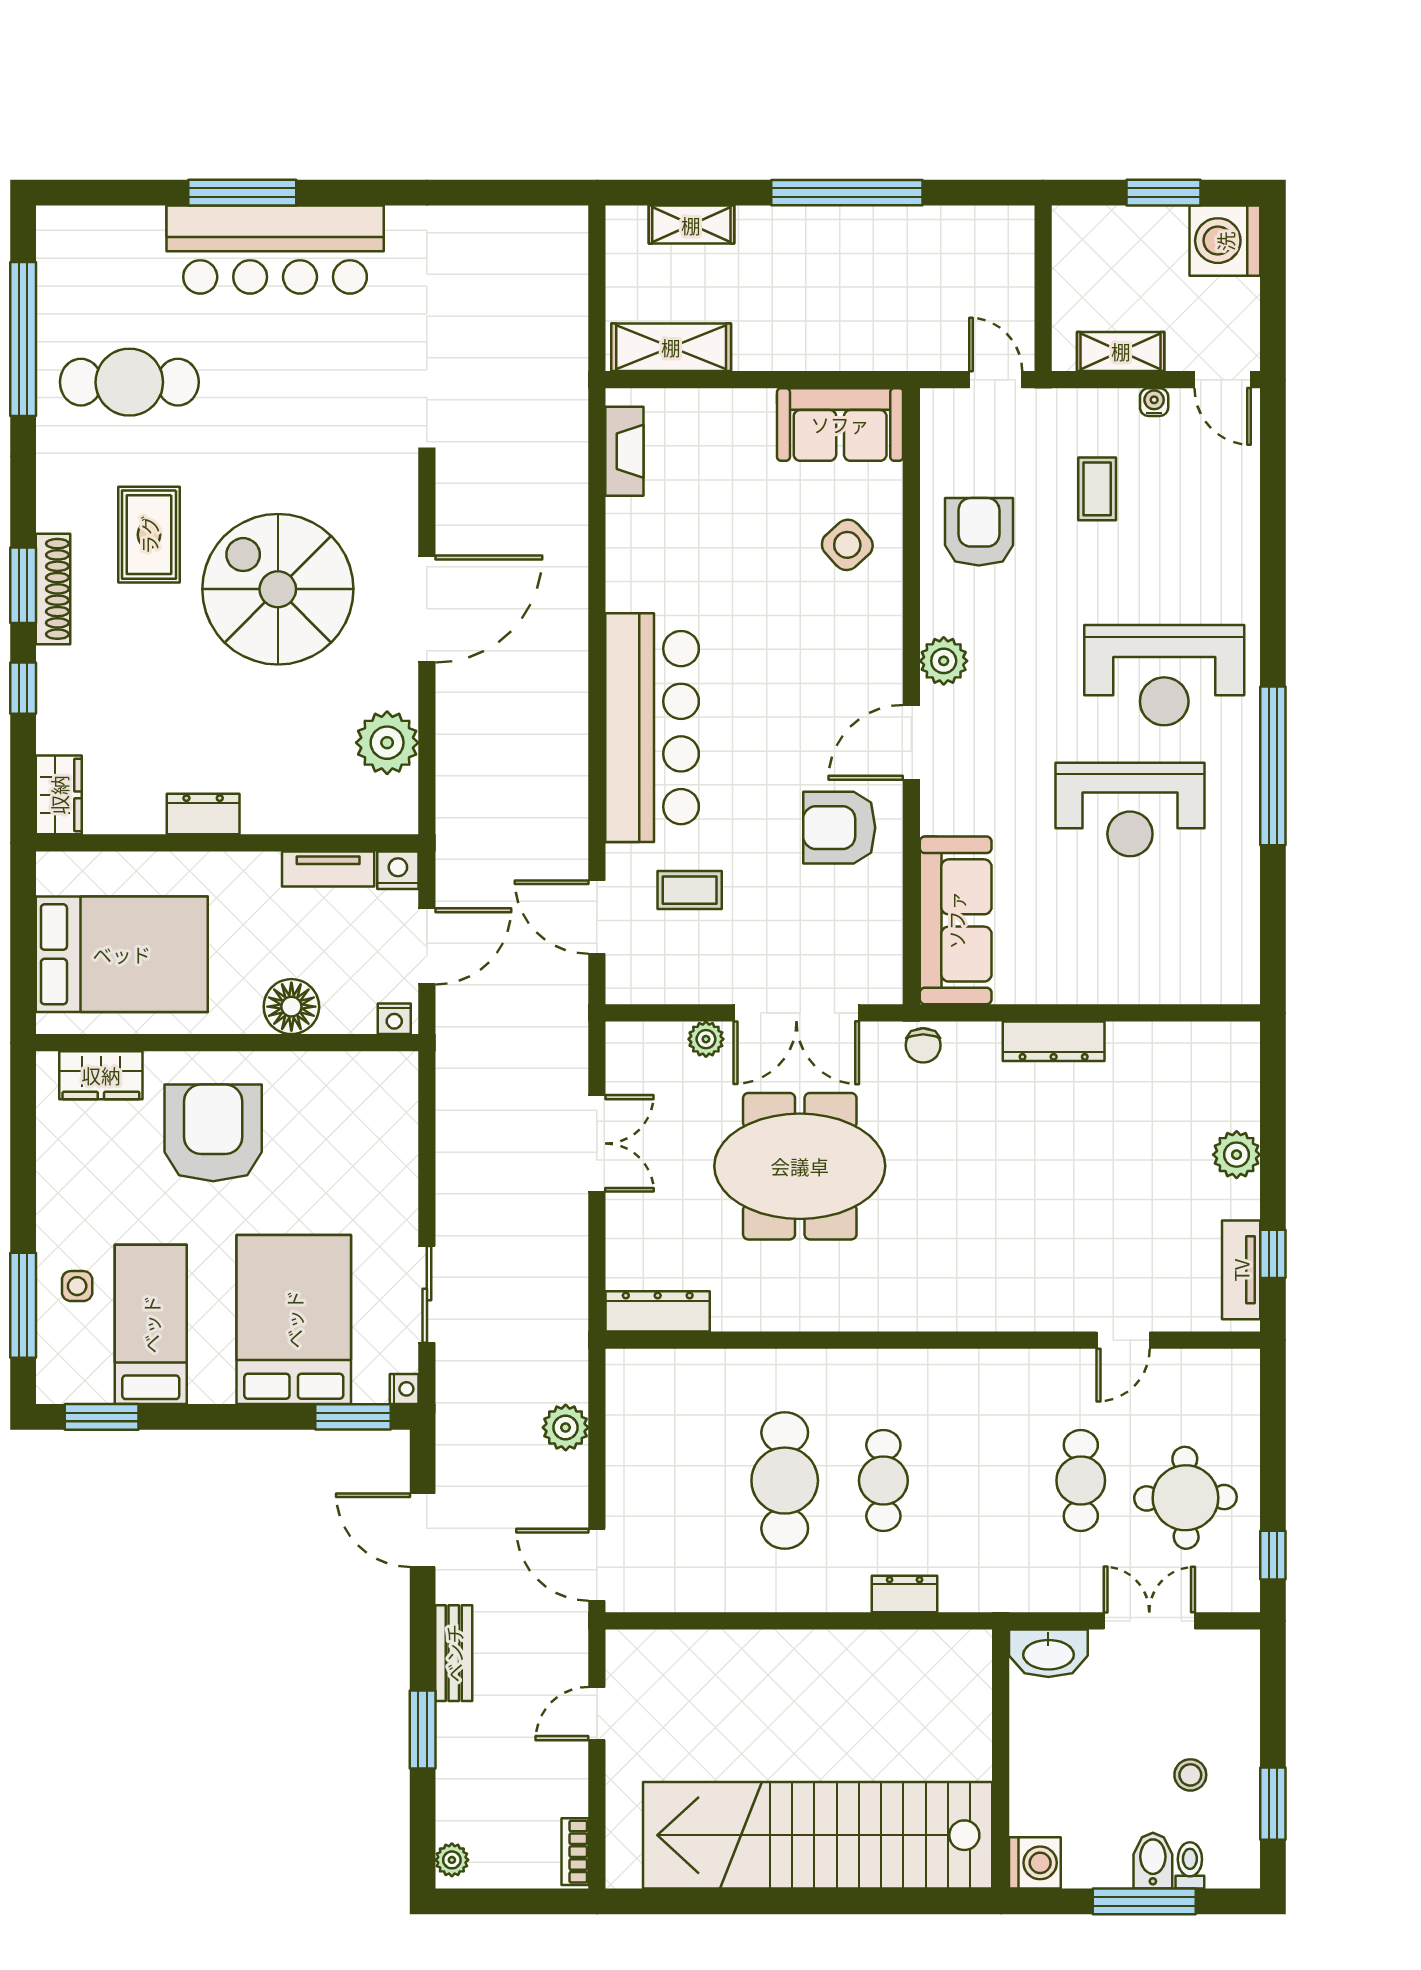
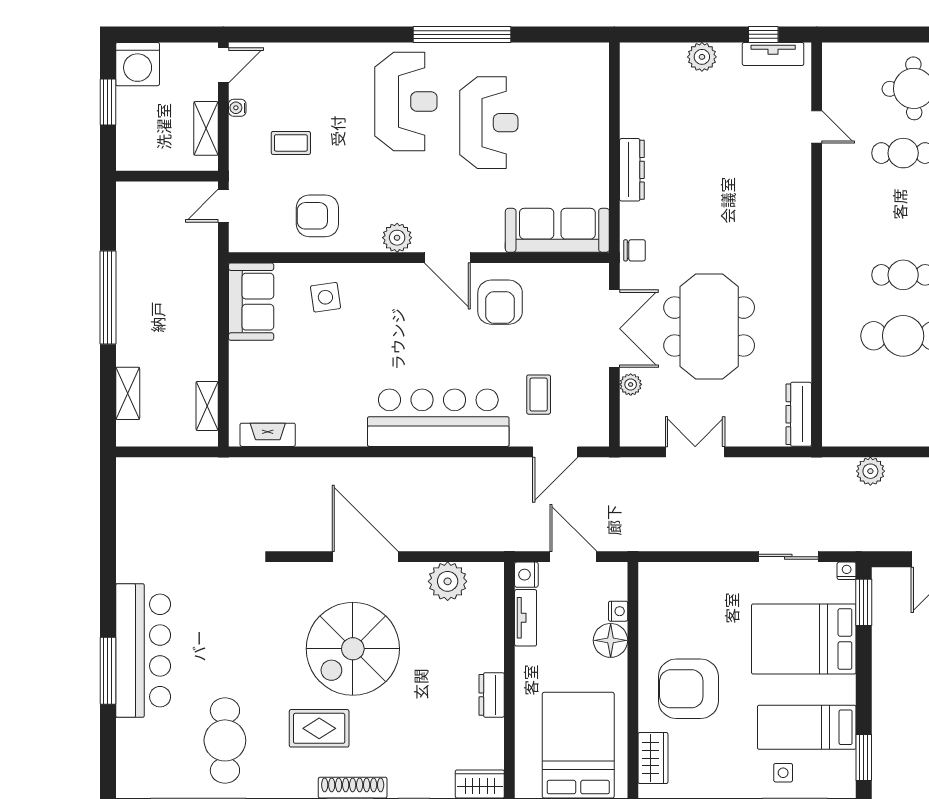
shelving: (671, 347) -> (207, 406), width x0.67, depth x0.75
side table: (847, 545) -> (325, 297), turned 34
nightstand: (394, 1019) -> (618, 611), moved

